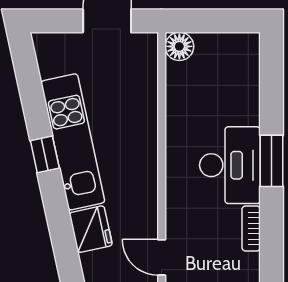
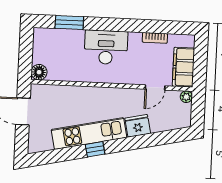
window: (272, 161) -> (69, 23), moved
bookcase: (251, 228) -> (155, 38), moved

